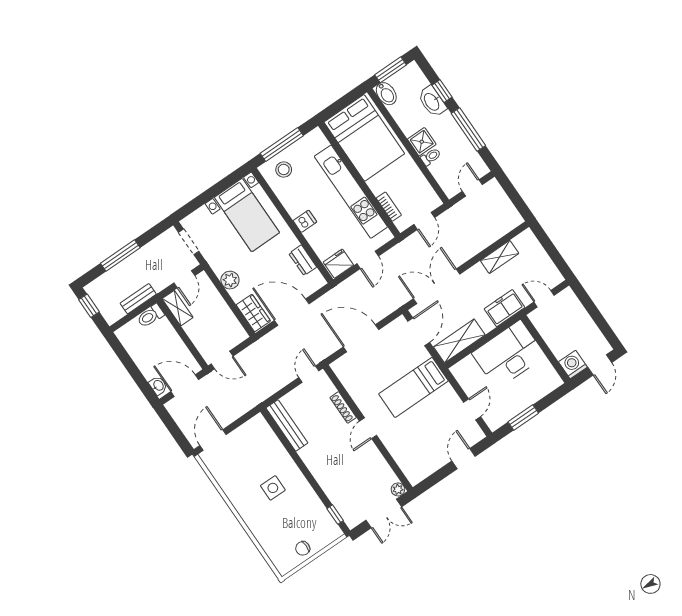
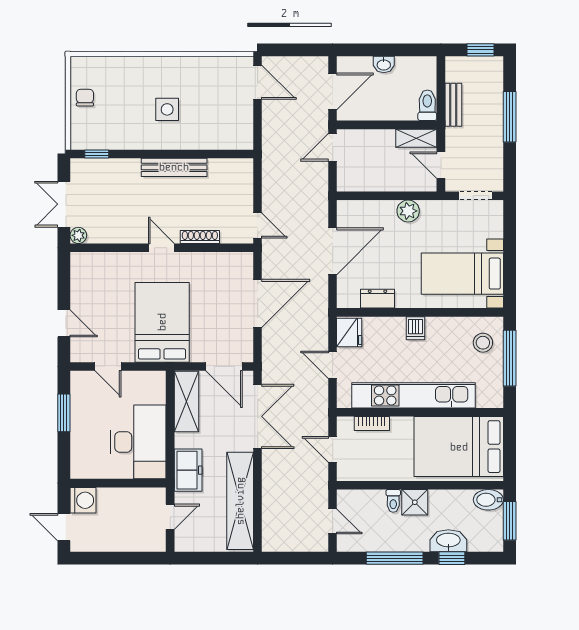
shelving: (500, 257) -> (240, 501), width x2.20, depth x1.33
wardrobe: (253, 313) -> (358, 212), removed
washbasin: (158, 386) -> (384, 64), moved
bed: (413, 387) -> (162, 322), width x1.50
bench: (287, 425) -> (174, 167), moved

